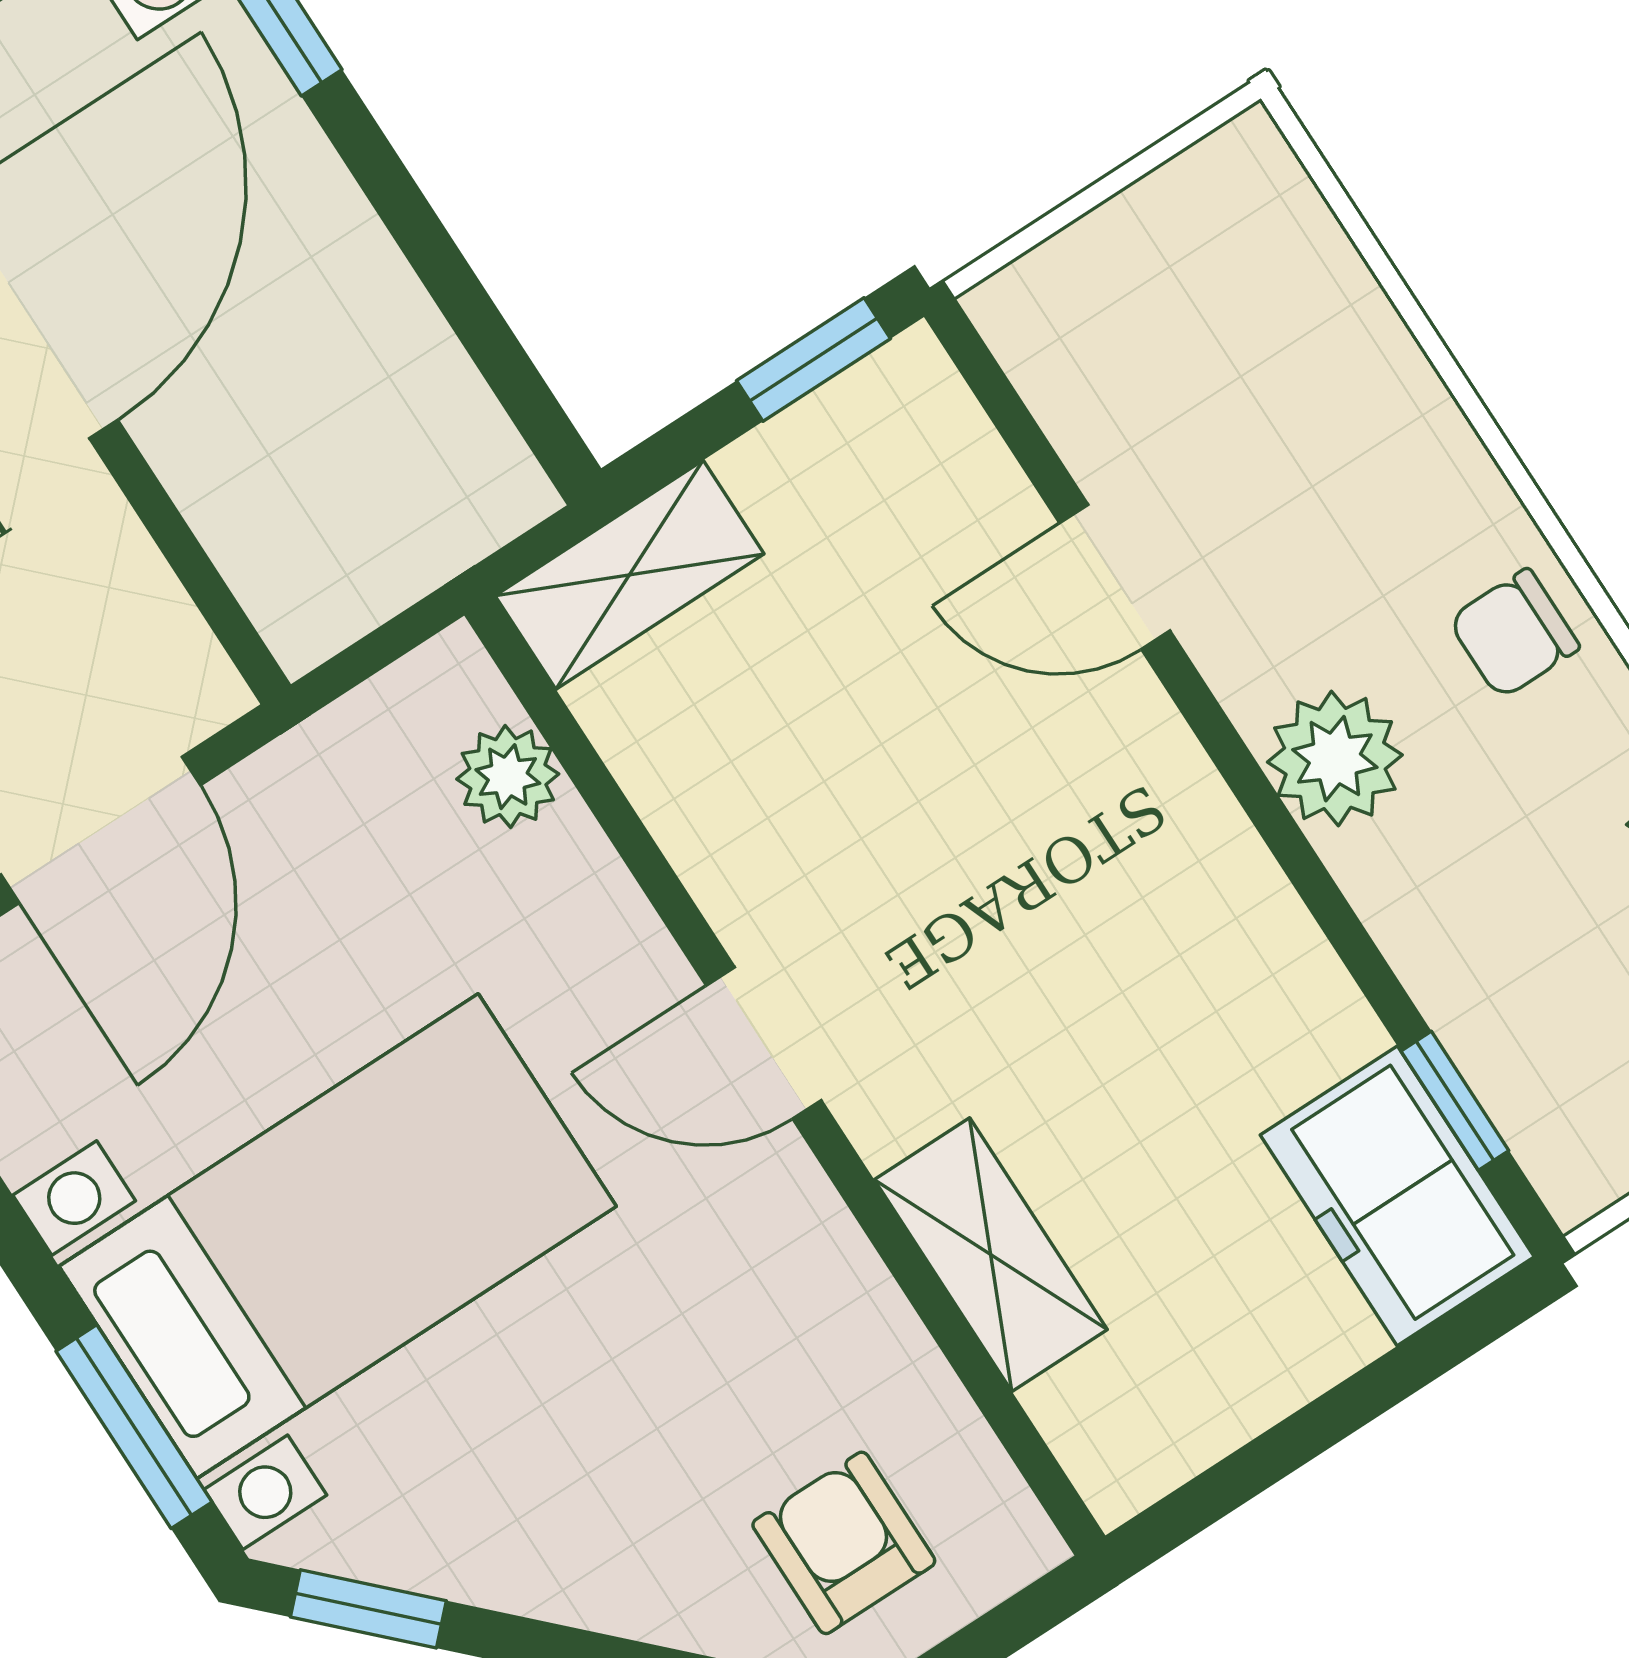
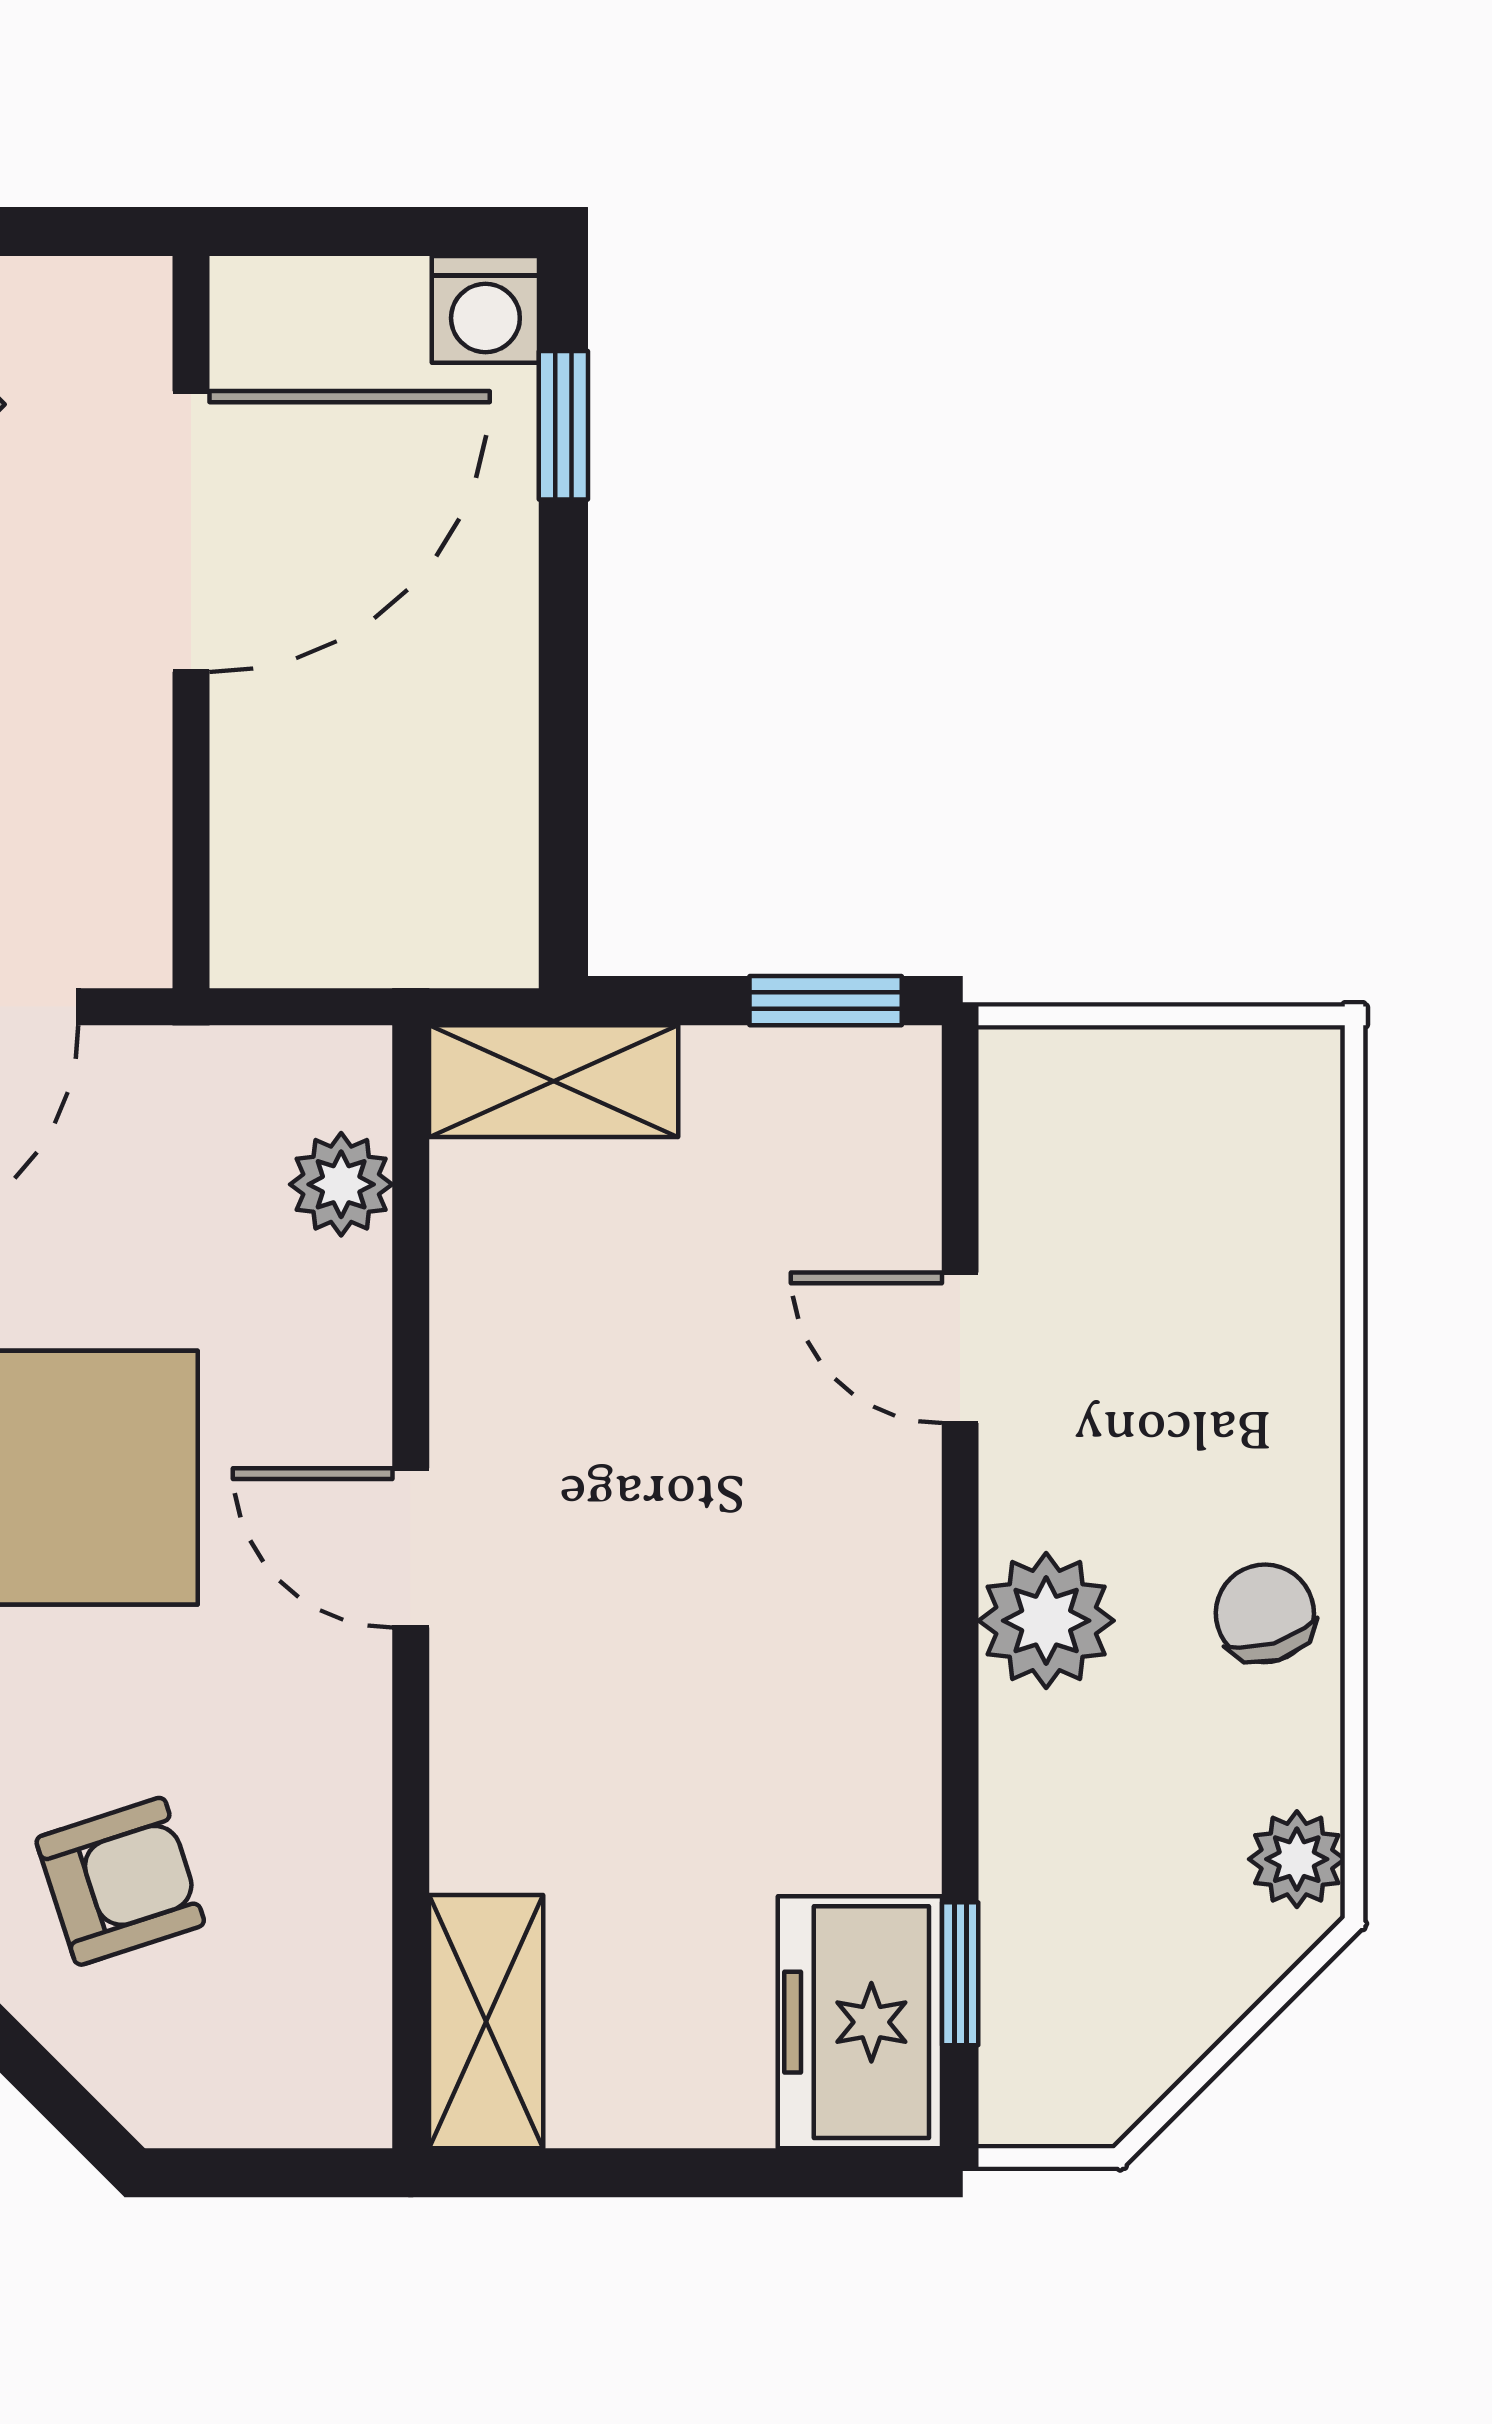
chair: (1514, 634) -> (1265, 1613), turned 73
shelving: (991, 1255) -> (486, 2022), moved
armchair: (844, 1543) -> (120, 1881), moved, turned 72

